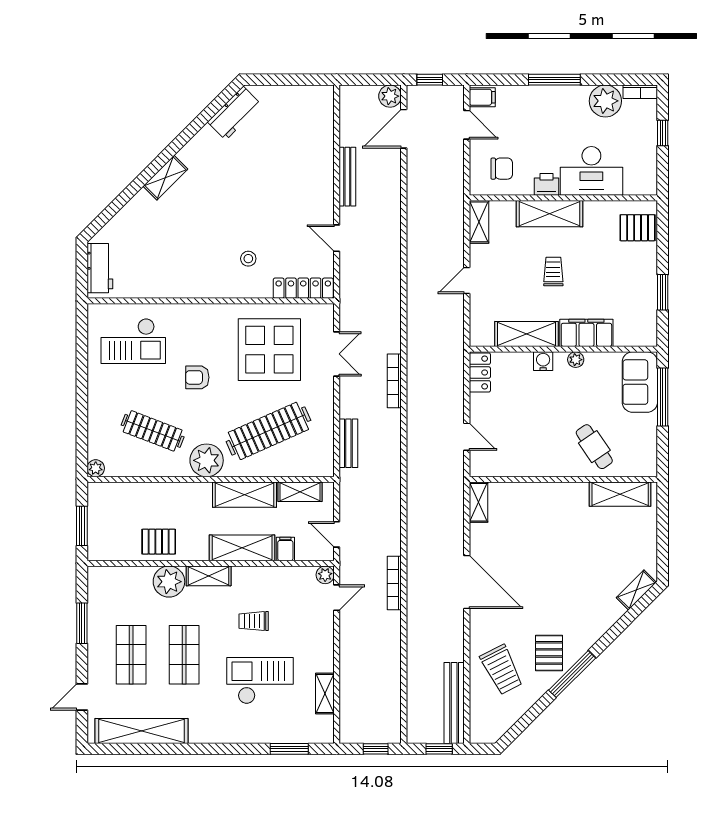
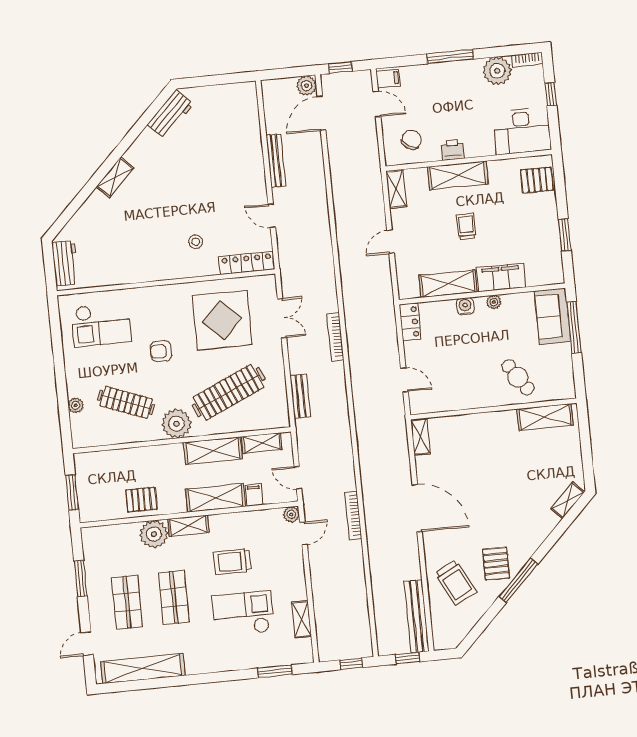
chair: (502, 169) -> (412, 140), turned -58
desk: (591, 171) -> (522, 131), moved
plant: (96, 468) -> (76, 405), moved
trolley: (254, 621) -> (232, 562), width x1.36, depth x1.39

